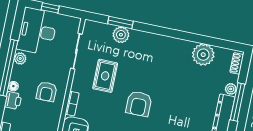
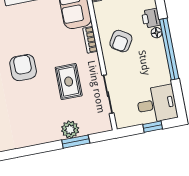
desk: (37, 31) -> (157, 104), width x0.73
plant: (20, 58) -> (161, 63), removed
armchair: (47, 92) -> (121, 41), turned -148

